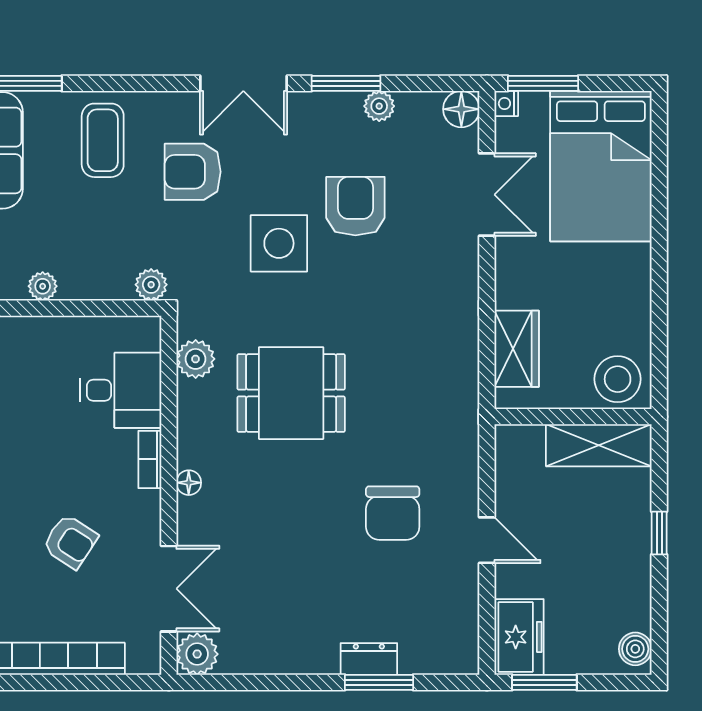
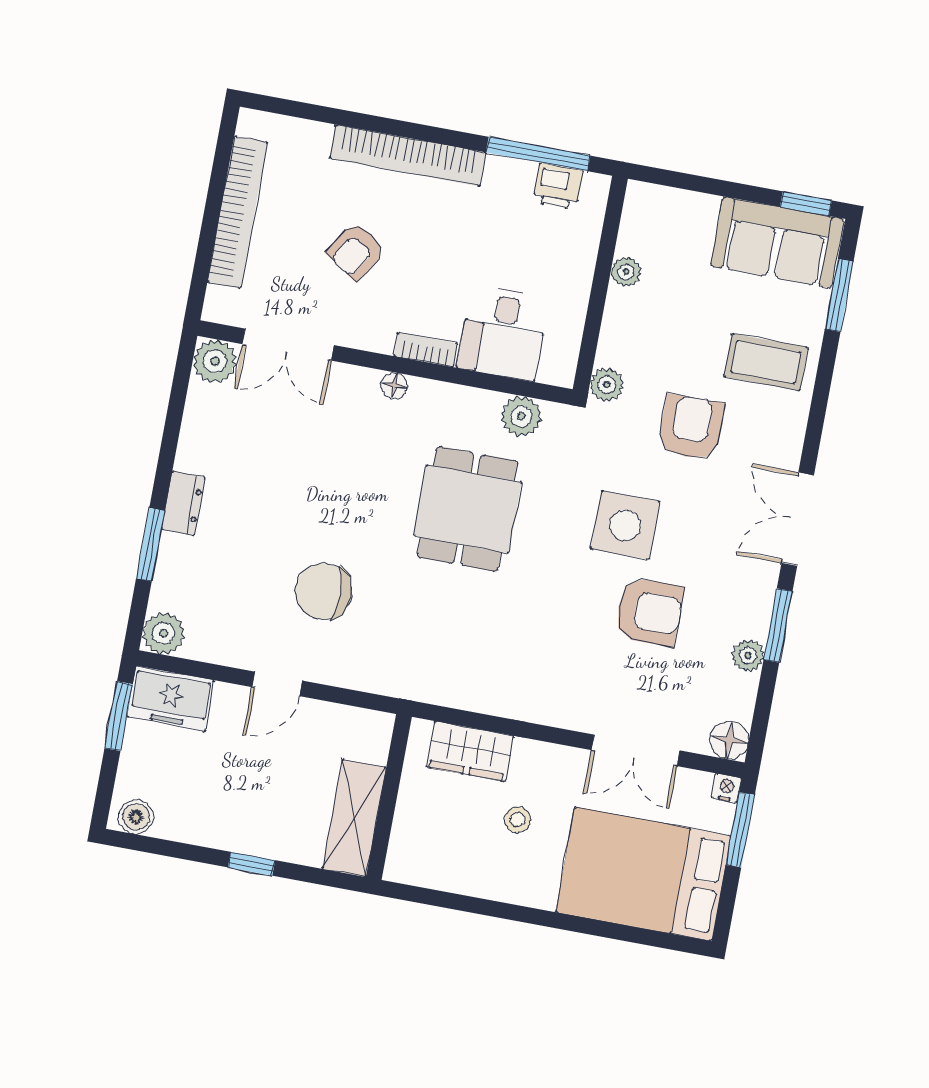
armchair: (193, 172) -> (691, 427), moved
stool: (618, 379) -> (517, 820), moved, width x0.53, depth x0.53
plant: (460, 655) -> (163, 633), added
dresser: (369, 659) -> (183, 503), moved

